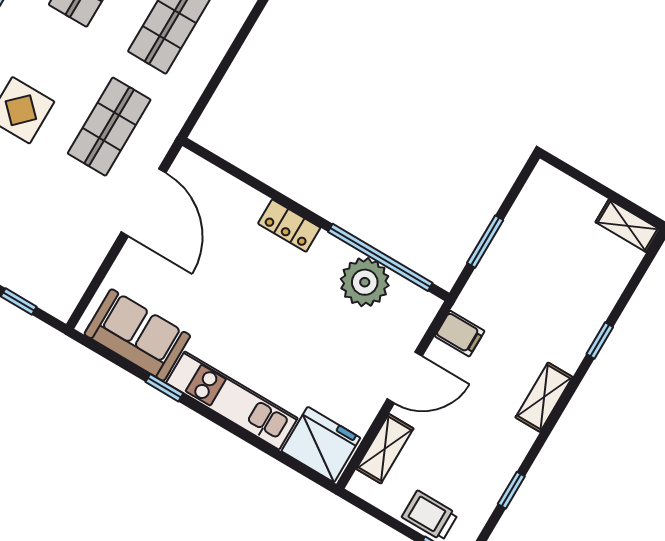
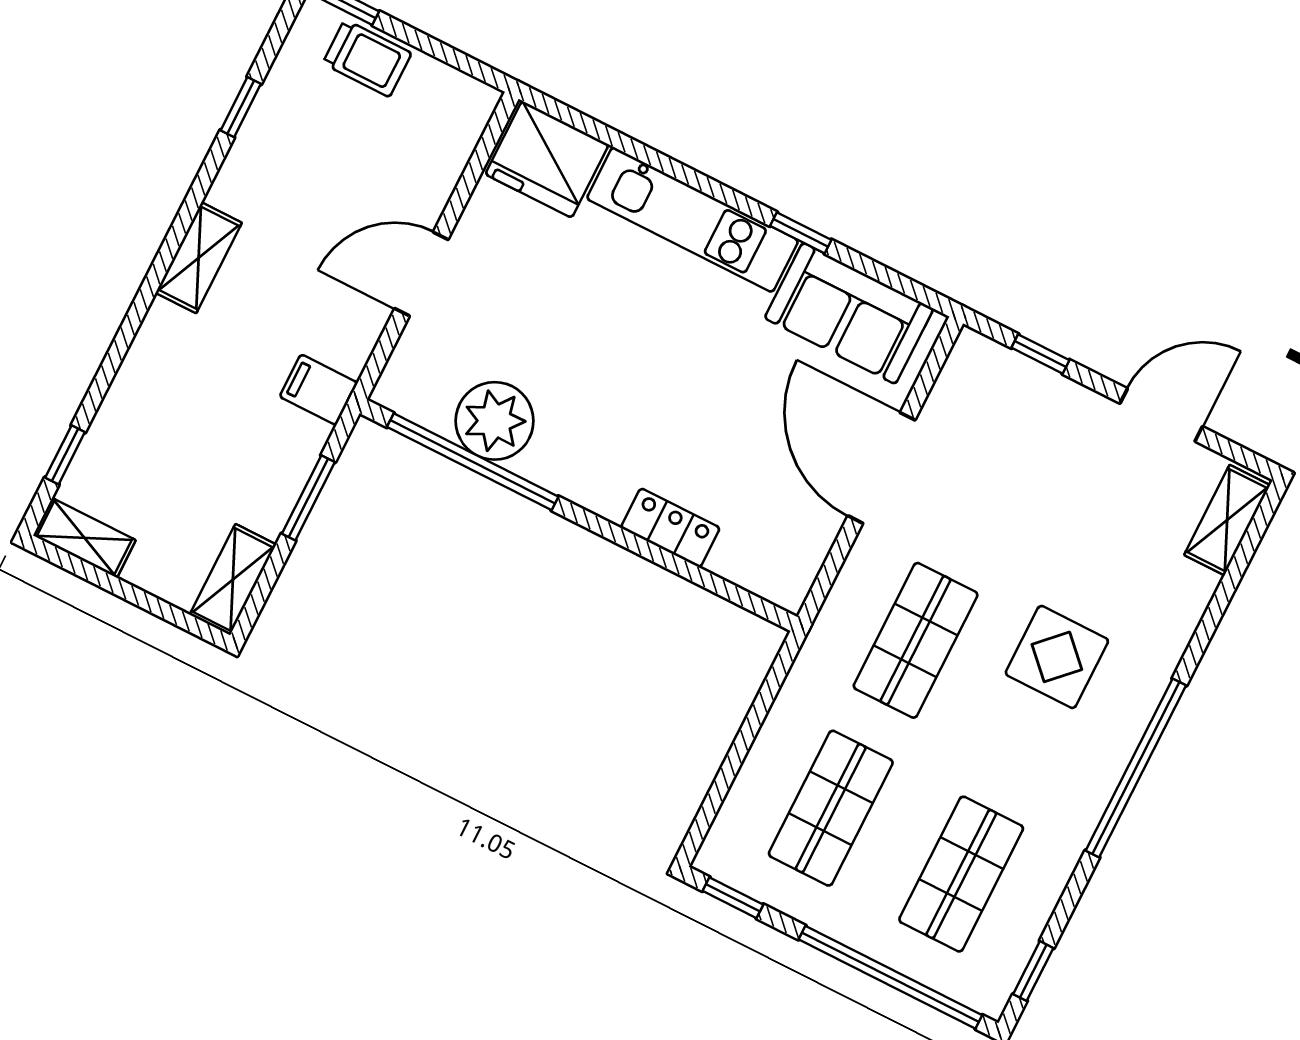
door: (143, 202) -> (882, 468), moved
locker: (289, 226) -> (670, 528), moved
filing cabinet: (460, 334) -> (319, 390), moved
window: (600, 341) -> (65, 455), moved
shelving: (385, 449) -> (233, 580), moved

